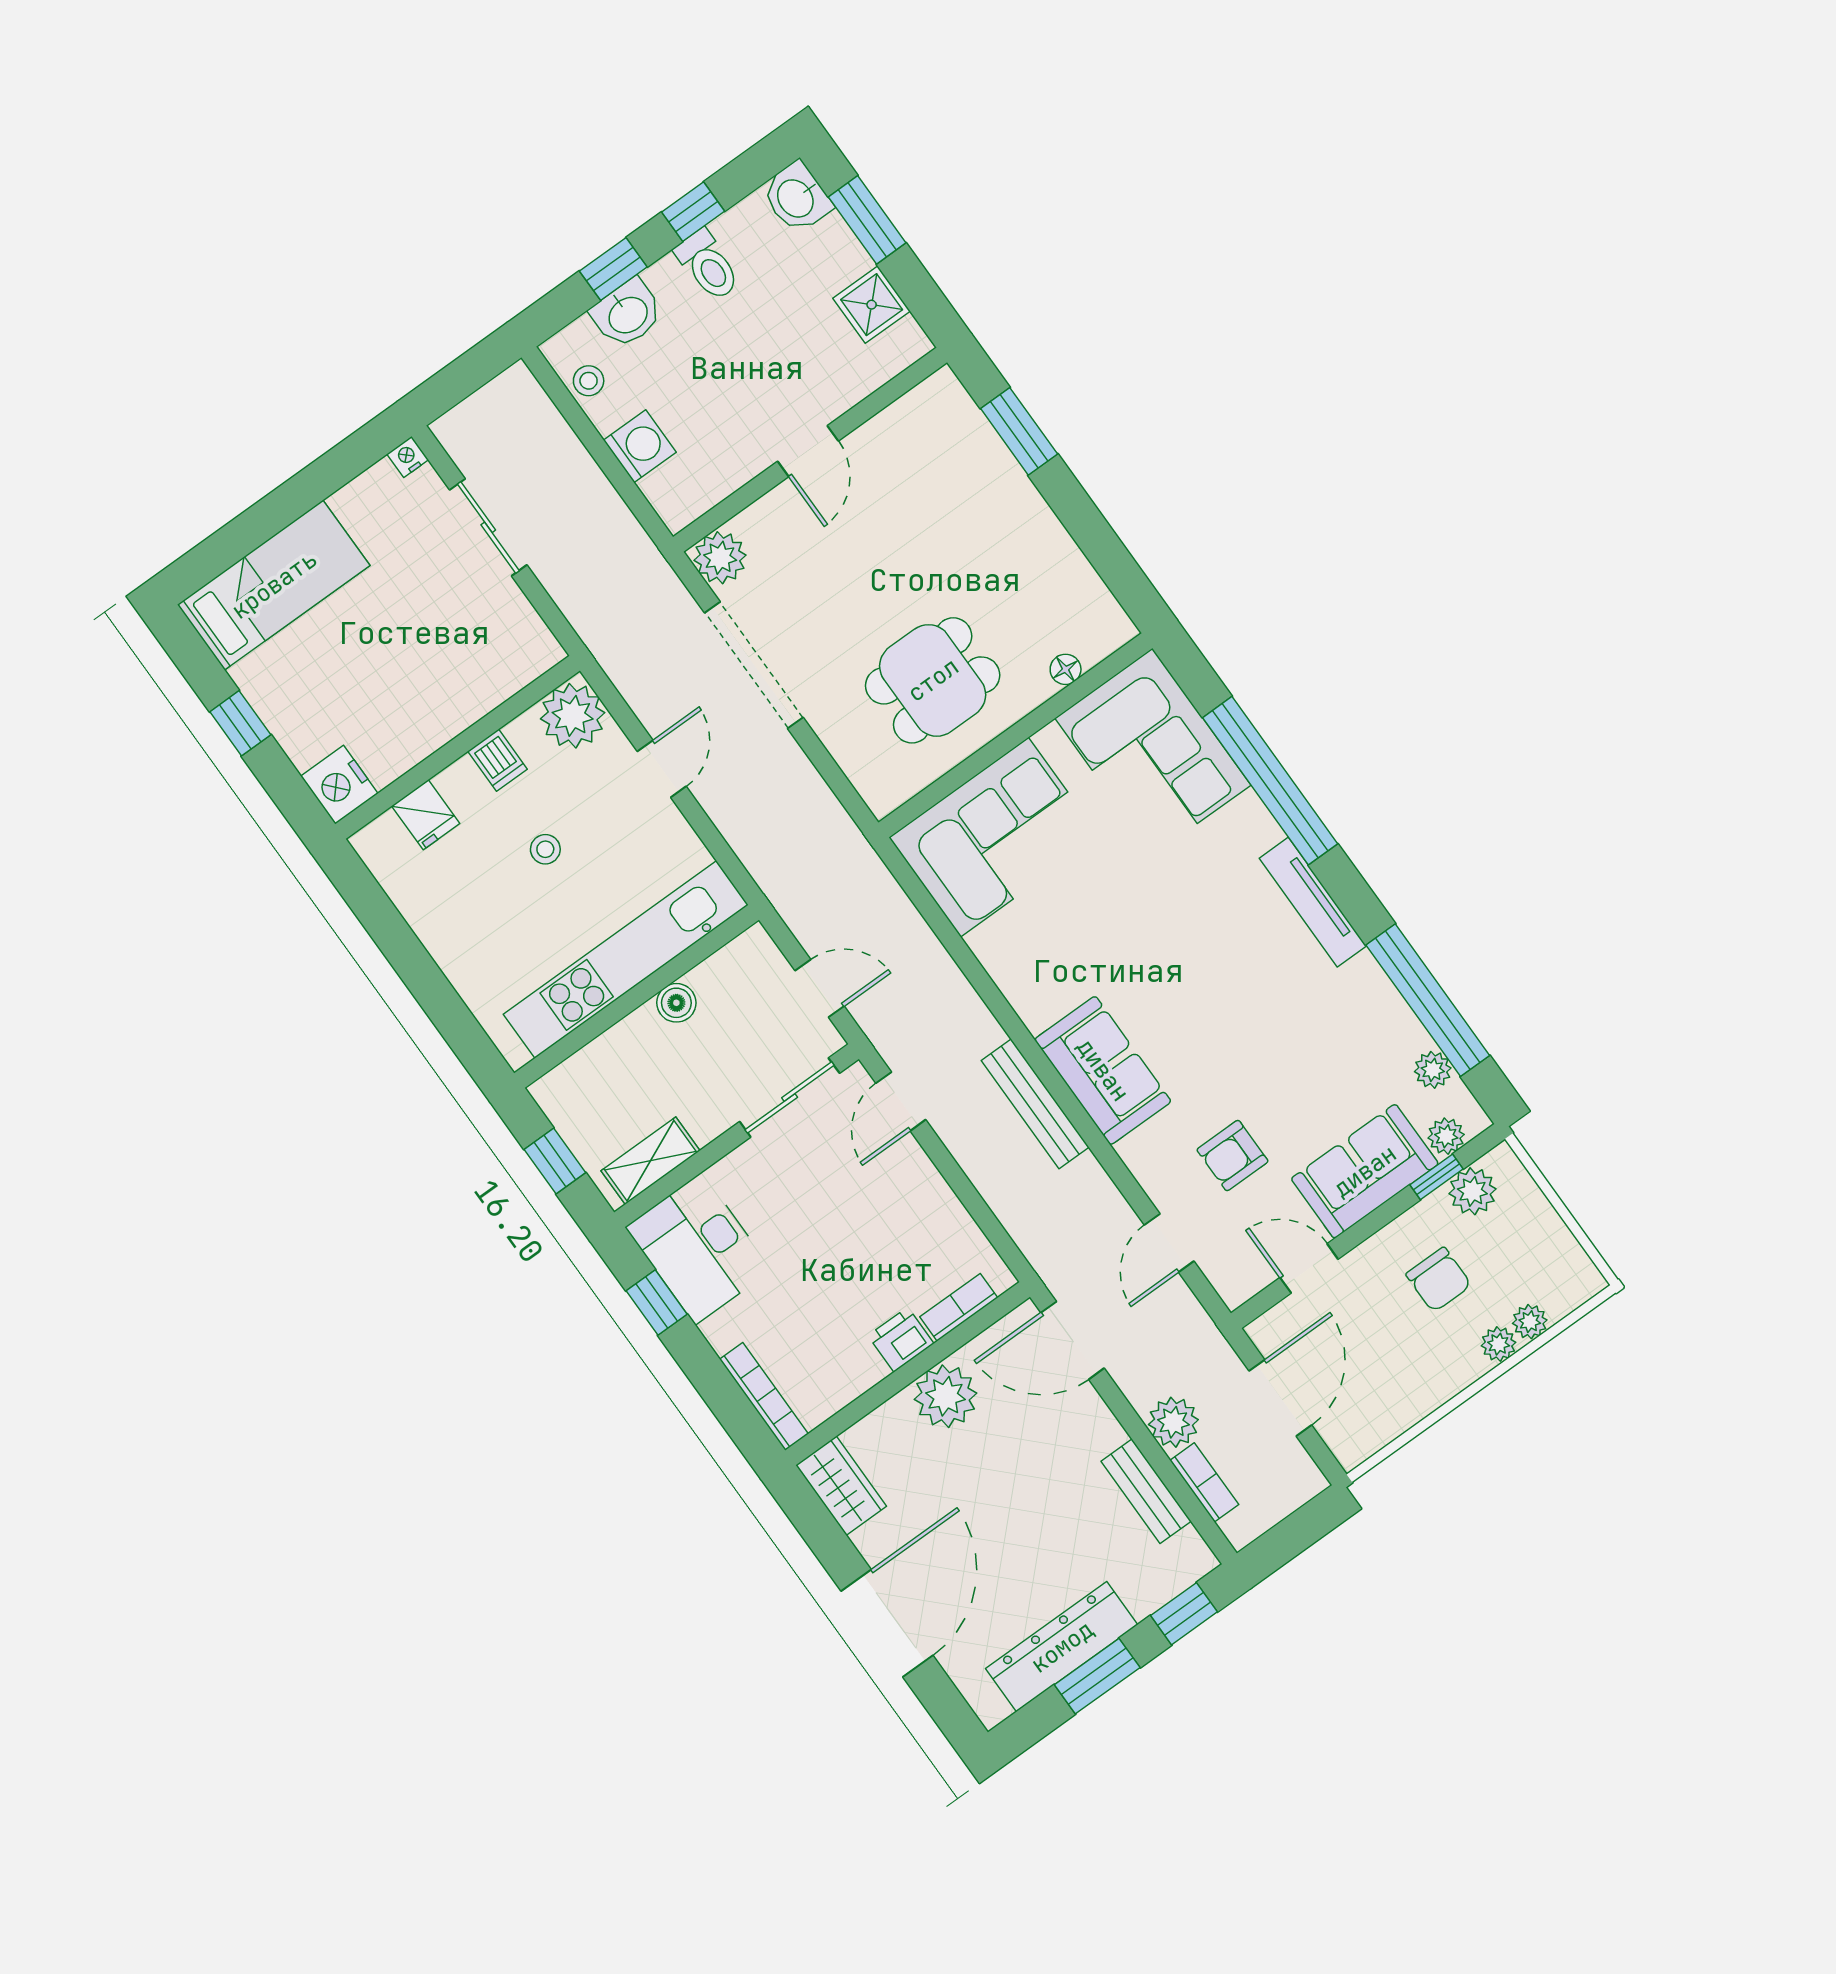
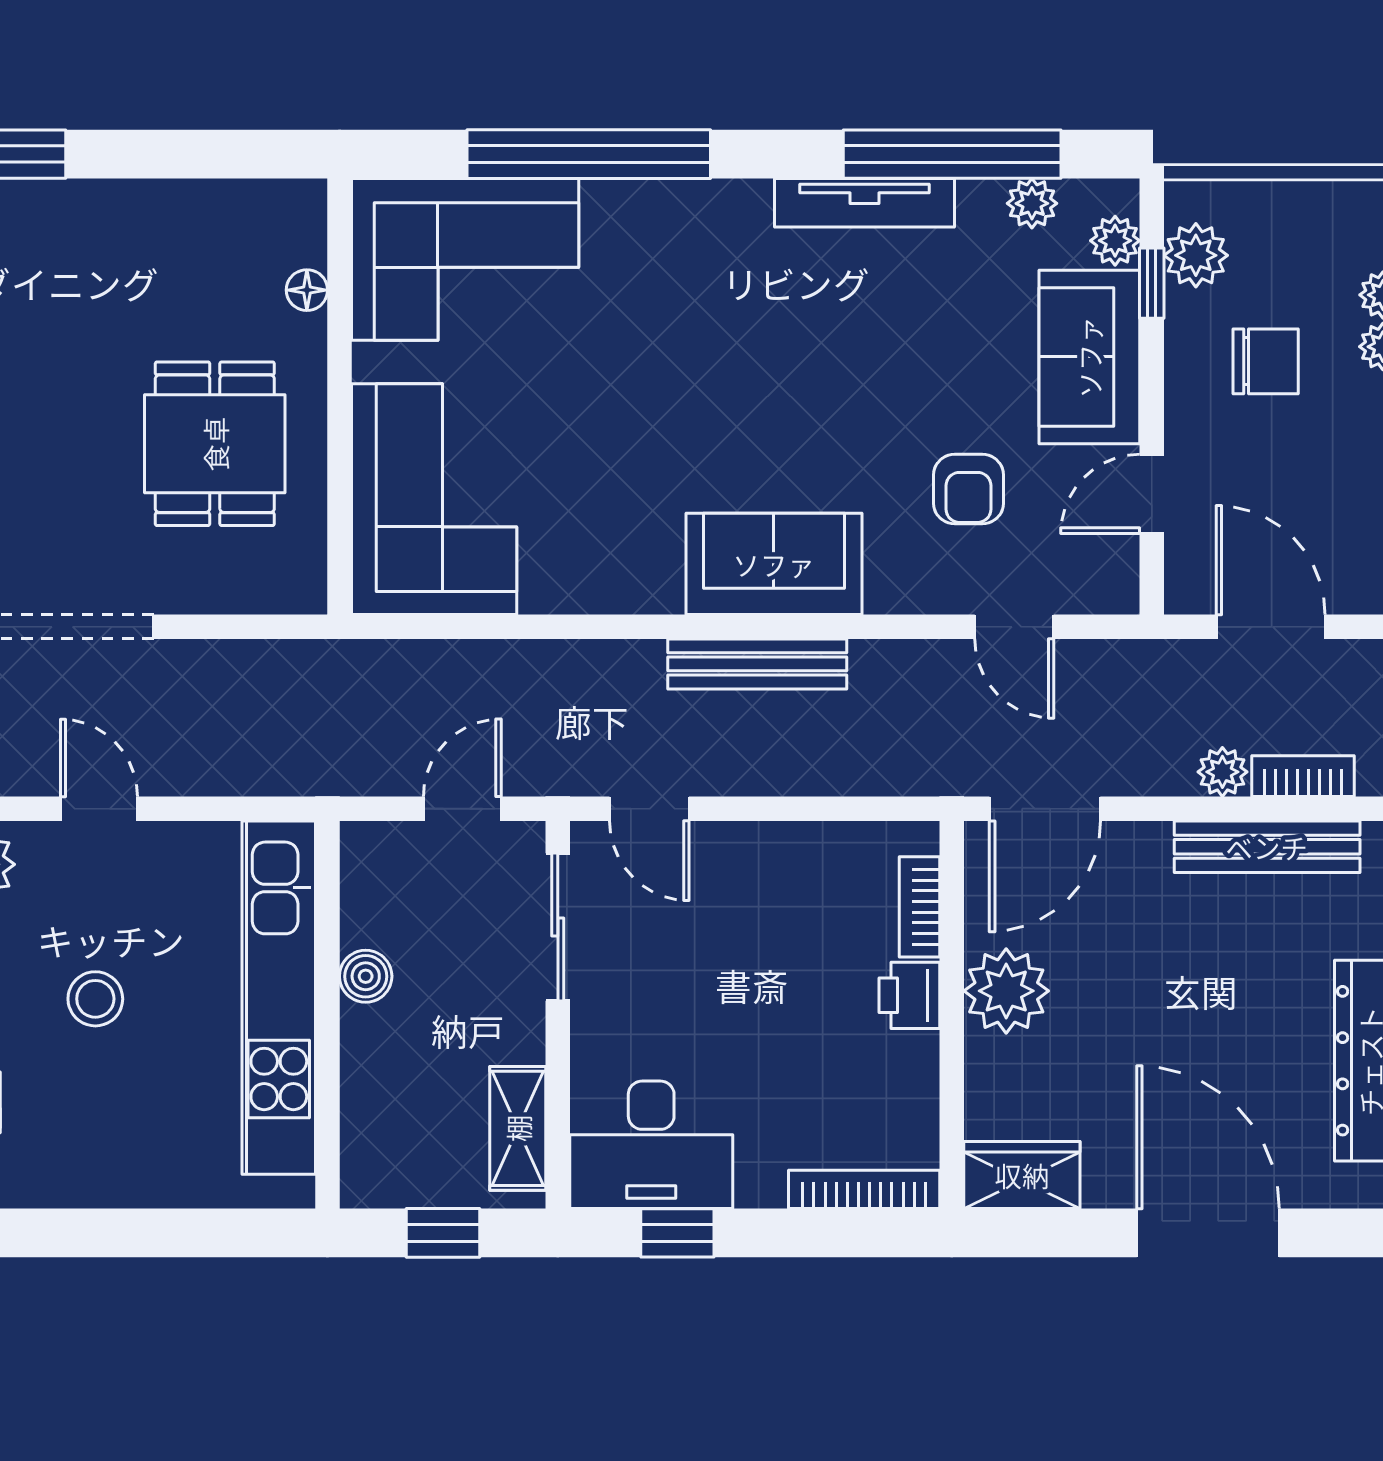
stool: (545, 849) -> (95, 999), width x1.37, depth x1.37
tv unit: (1313, 902) -> (864, 203), moved
plant: (1173, 1422) -> (1222, 772), width x0.73, depth x0.73
bench: (1146, 1491) -> (1267, 847), width x1.36

